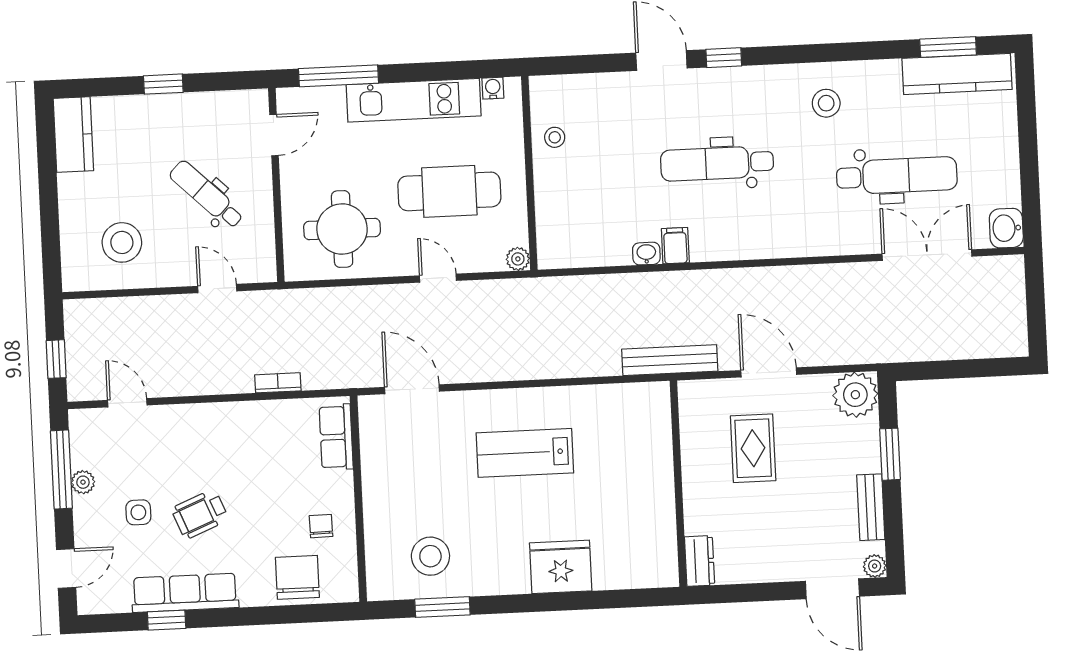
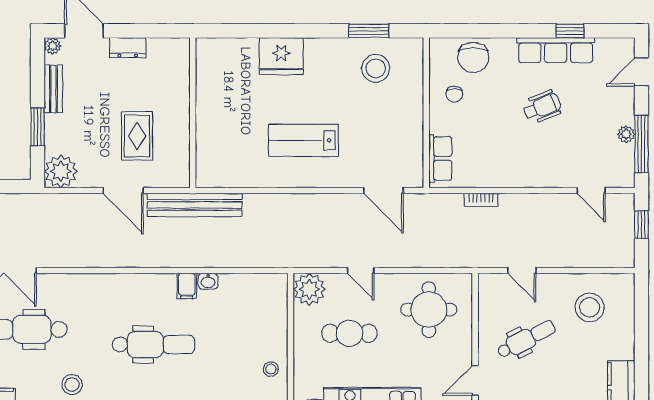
cafe table: (449, 191) -> (349, 333), width x0.73, depth x0.74
dental chair: (207, 195) -> (526, 339), turned -71
plant: (518, 259) -> (309, 289), width x1.87, depth x1.87
bench: (670, 360) -> (195, 205), width x1.37, depth x1.21
lab bench: (525, 453) -> (303, 140), turned 180
side table: (138, 512) -> (587, 110), removed
dresser: (700, 561) -> (128, 48), moved, turned -90

